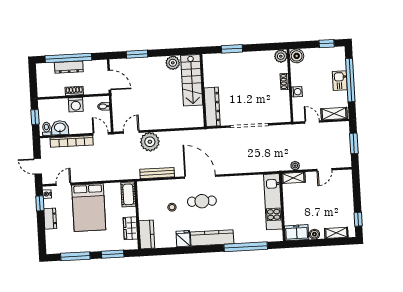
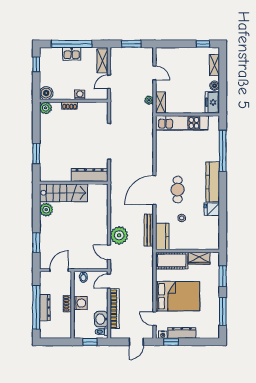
cot: (128, 194) -> (172, 261), width x1.37, depth x1.34
dresser: (50, 219) -> (182, 333), width x1.44
kitchen counter: (147, 234) -> (162, 236), moved, turned 90

